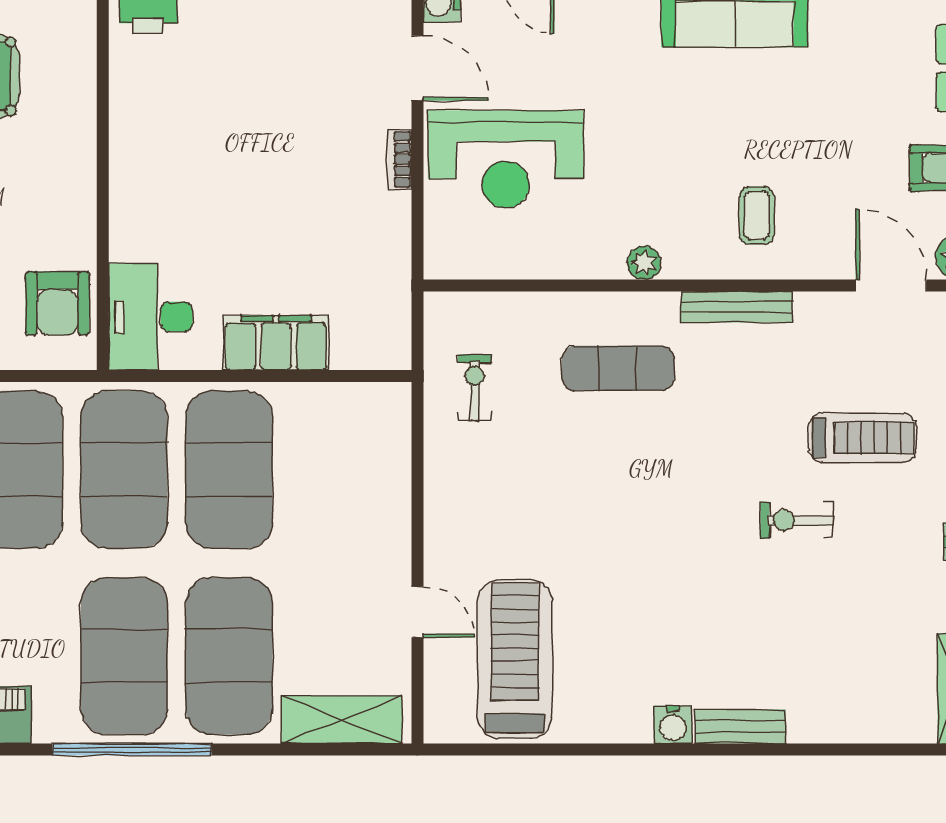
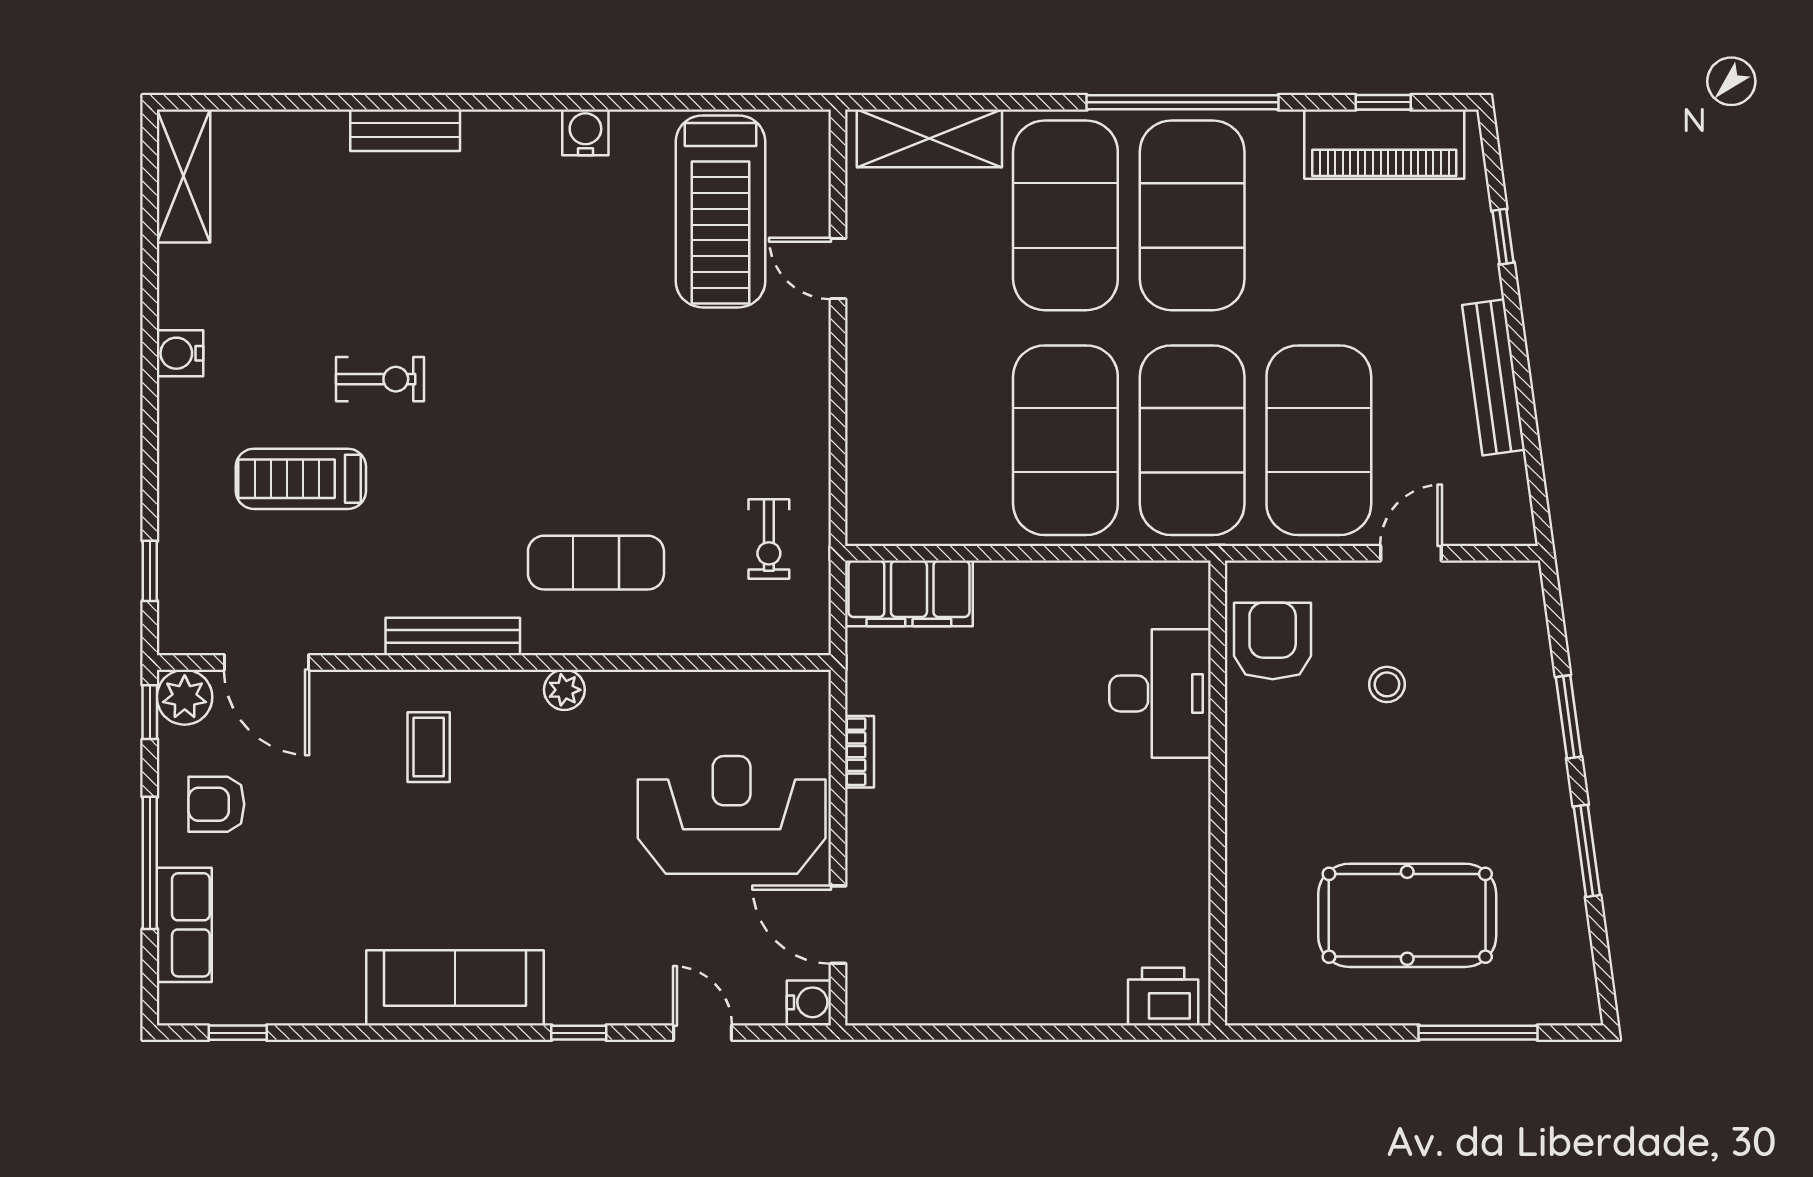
bookcase: (400, 159) -> (859, 752), moved
desk: (151, 317) -> (1160, 693), moved
filing cabinet: (276, 343) -> (909, 593), moved
water cooler: (673, 725) -> (585, 132), moved
bench: (740, 726) -> (405, 130), moved

